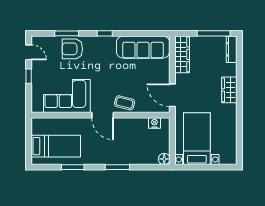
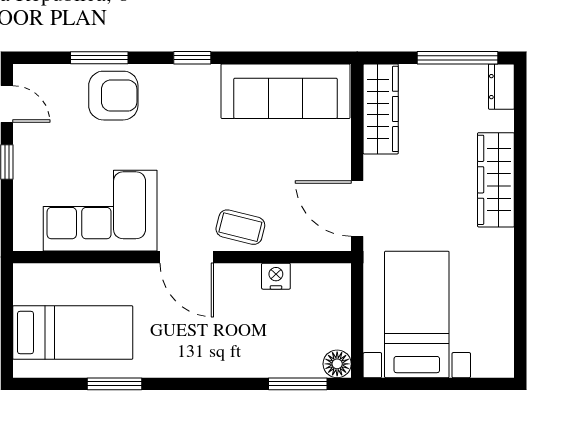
armchair: (72, 49) -> (113, 96), turned 180
dresser: (232, 49) -> (501, 87), width x0.70
wardrobe: (229, 90) -> (496, 180), width x1.50
nightstand: (154, 123) -> (276, 276), moved
window: (117, 167) -> (298, 384), moved

